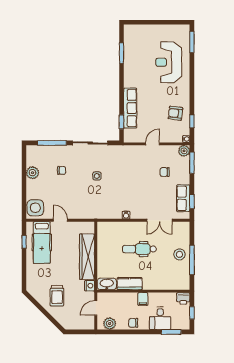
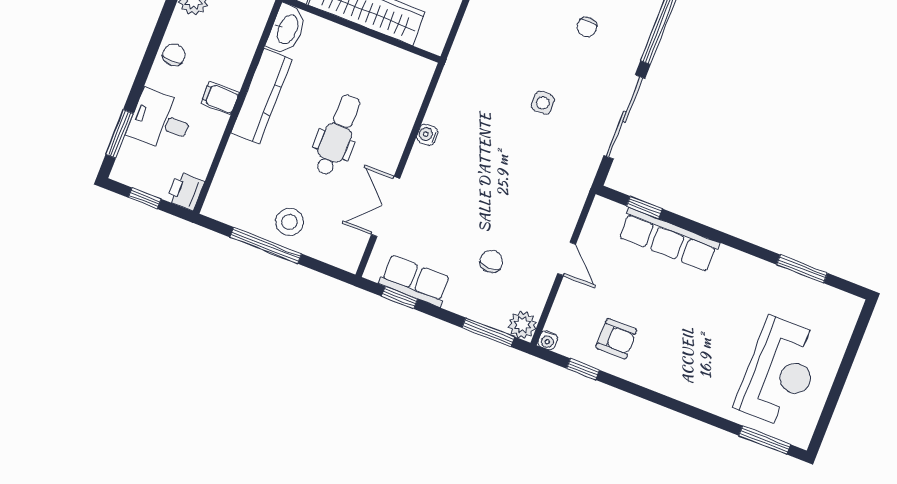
reception desk: (169, 62) -> (780, 372), moved, turned 90
armchair: (175, 113) -> (616, 339), turned 83
kitchen counter: (130, 284) -> (262, 96), width x1.50

